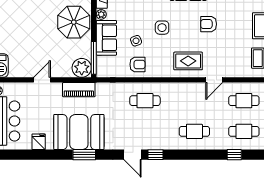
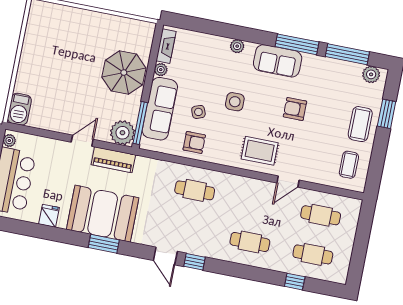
sofa: (106, 38) -> (160, 109), width x1.36
door: (42, 80) -> (82, 141), moved

